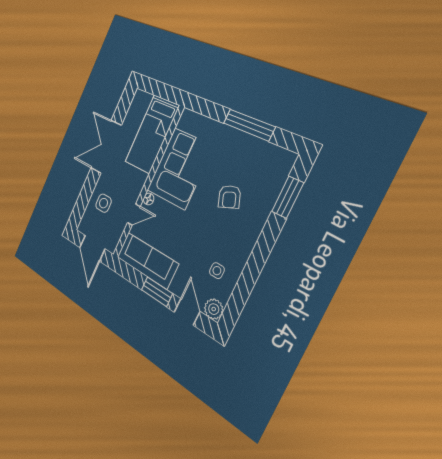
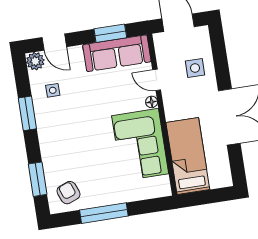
armchair: (229, 197) -> (68, 193), moved
door: (134, 215) -> (157, 80), hinge flipped
window: (254, 267) -> (27, 113), added
window: (157, 292) -> (110, 33), moved

